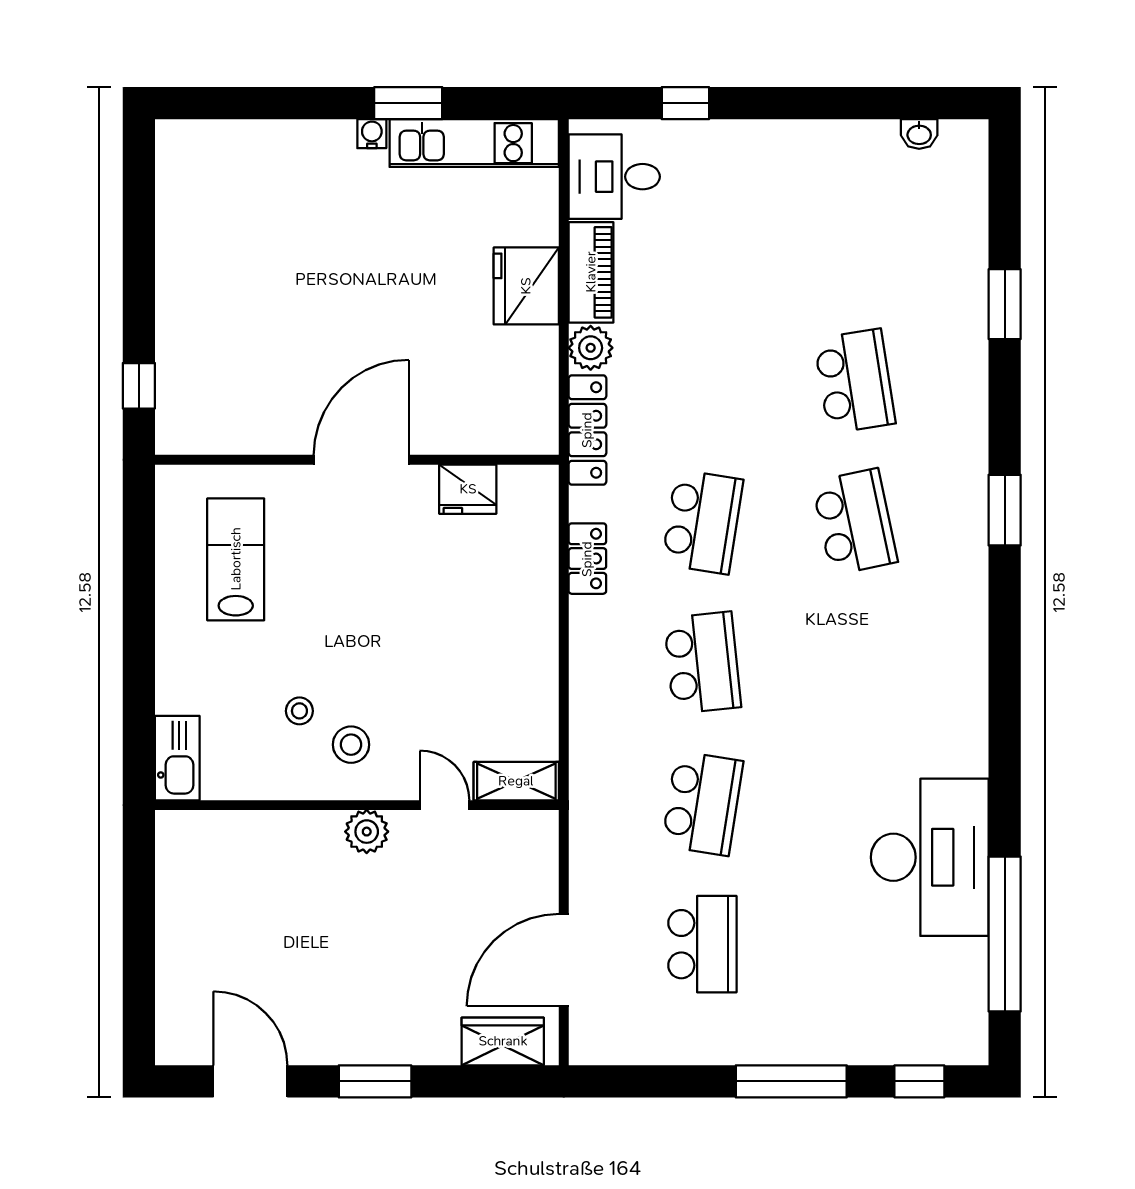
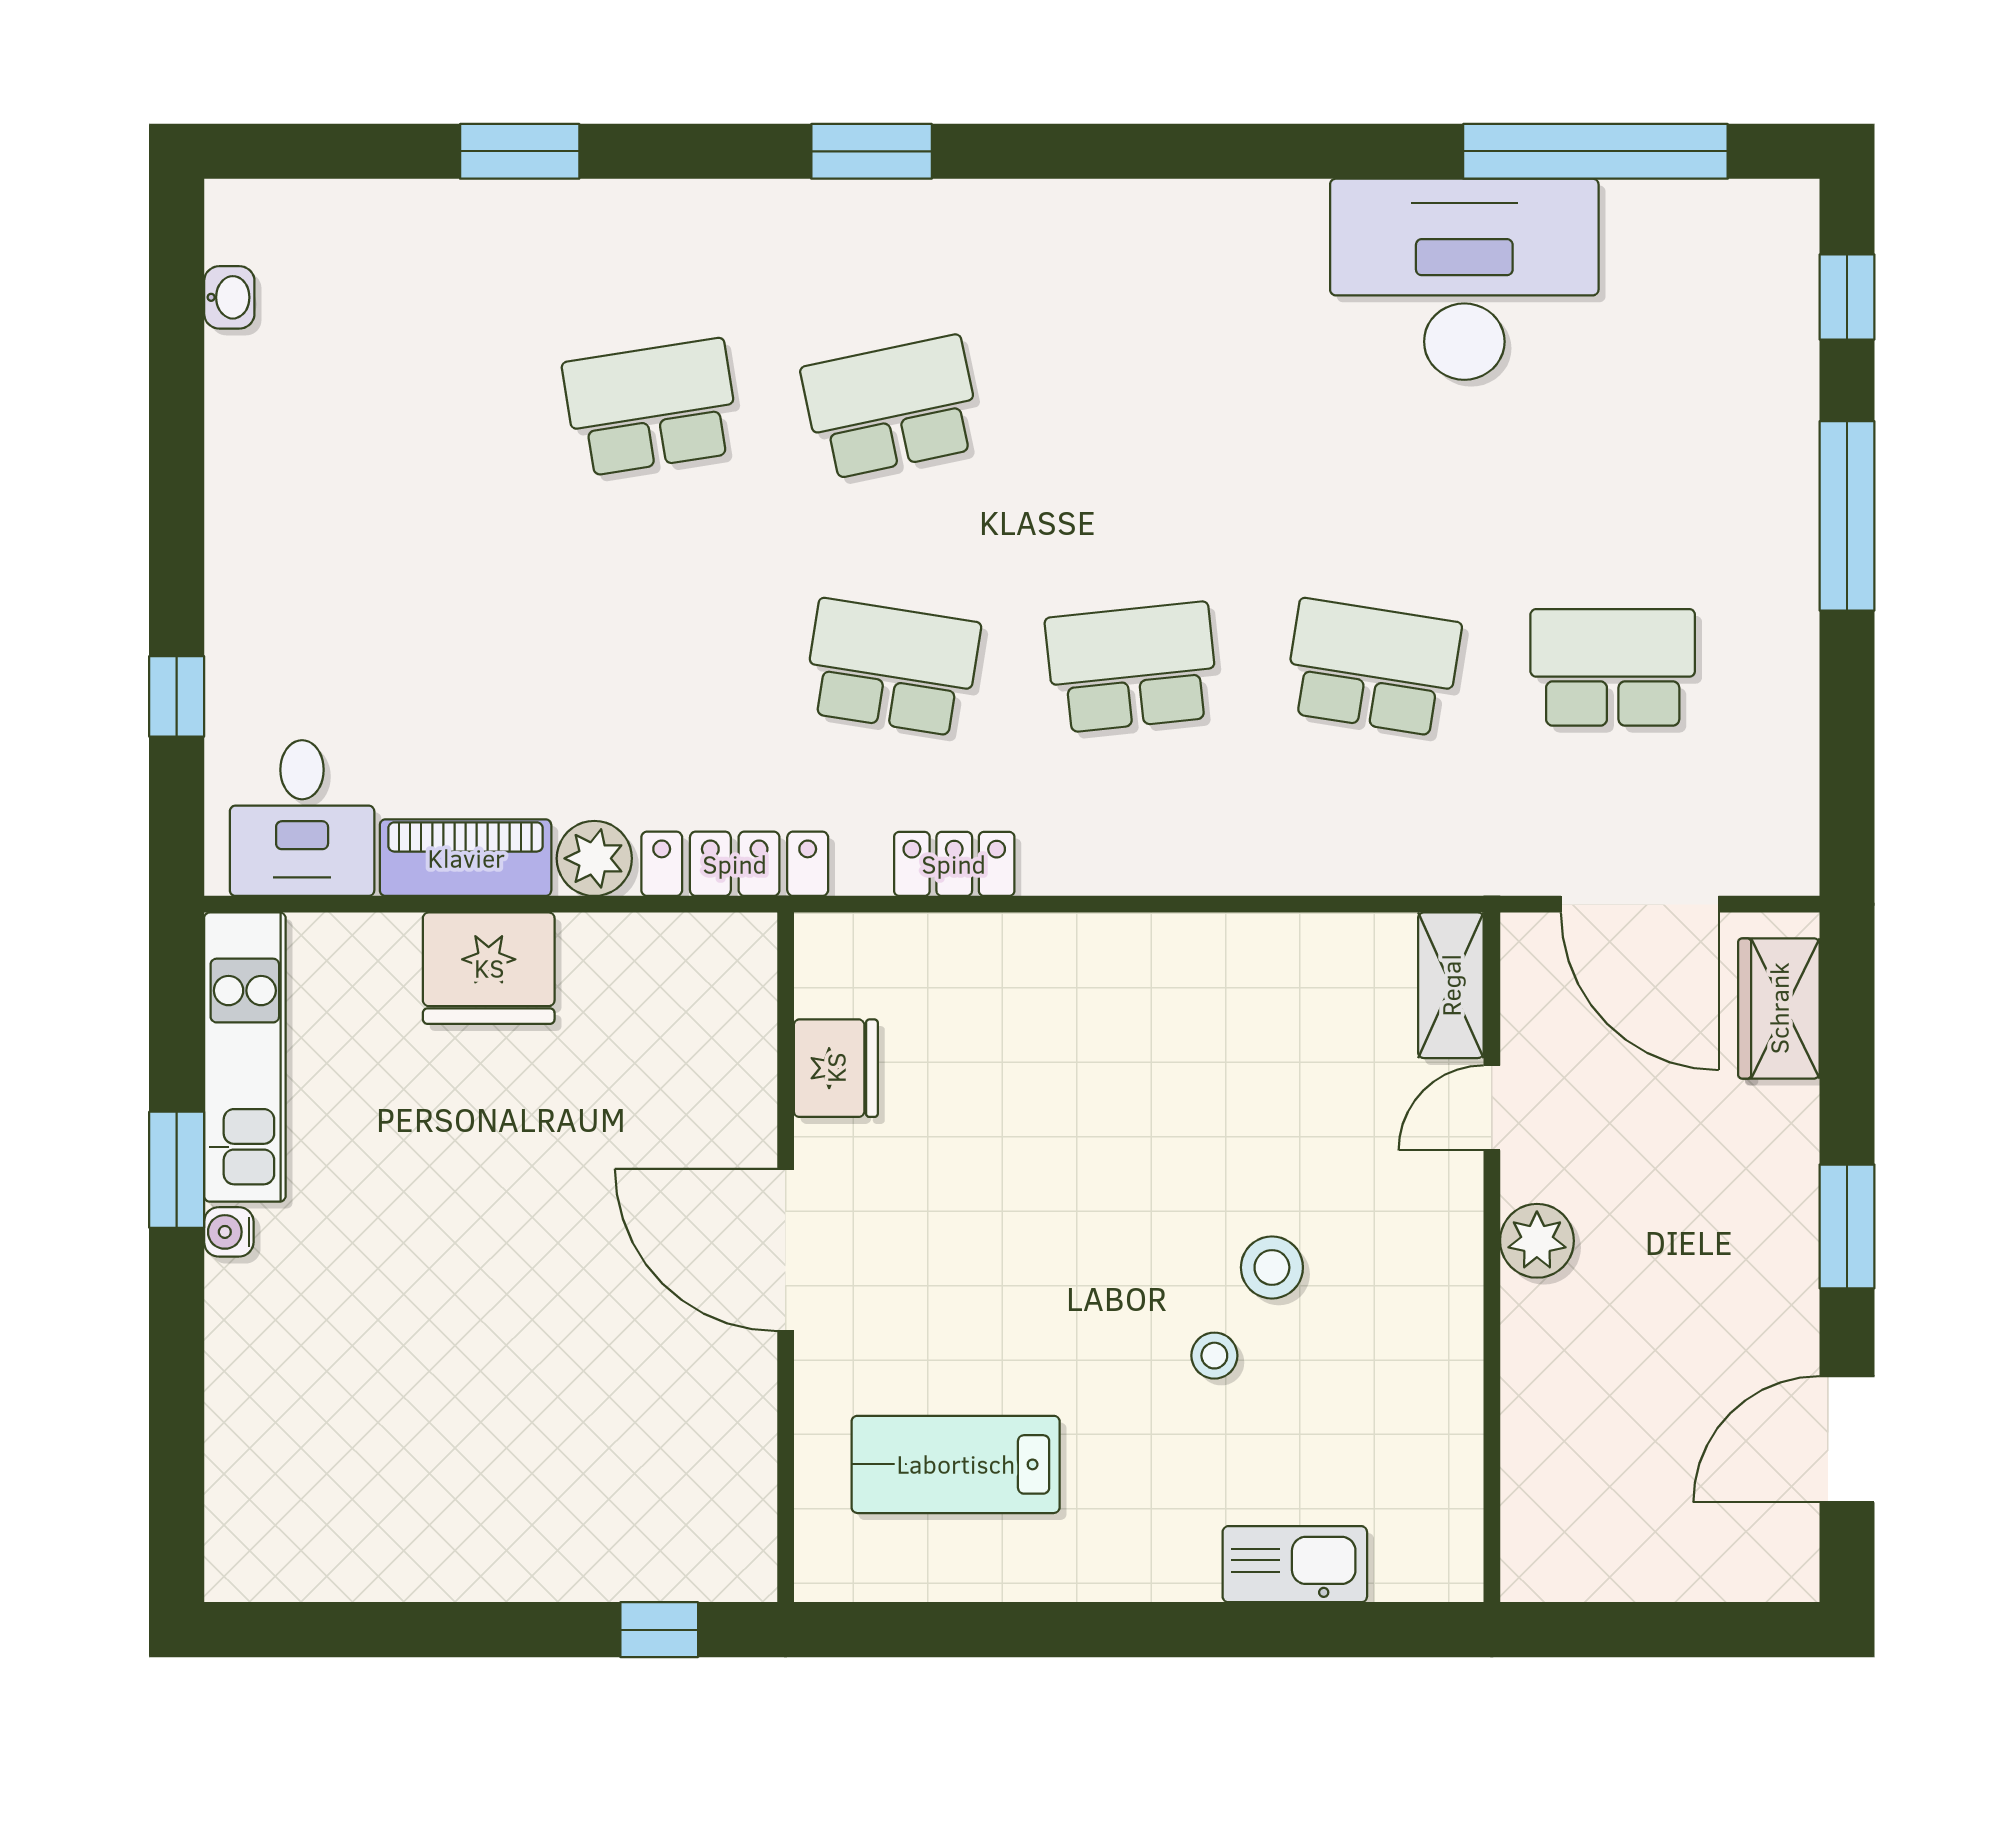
shelving: (516, 781) -> (1451, 985), moved
wall: (357, 805) -> (1492, 1257), moved
door: (444, 805) -> (1492, 1108), moved
plant: (367, 832) -> (1537, 1241), moved

